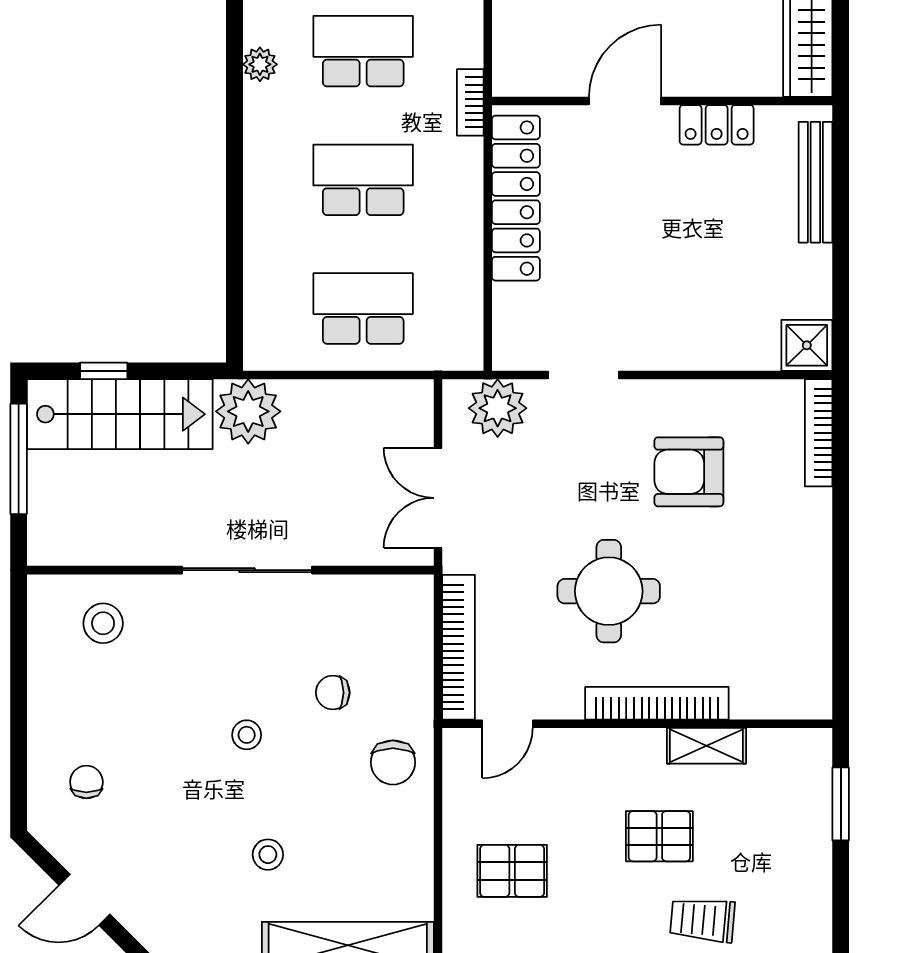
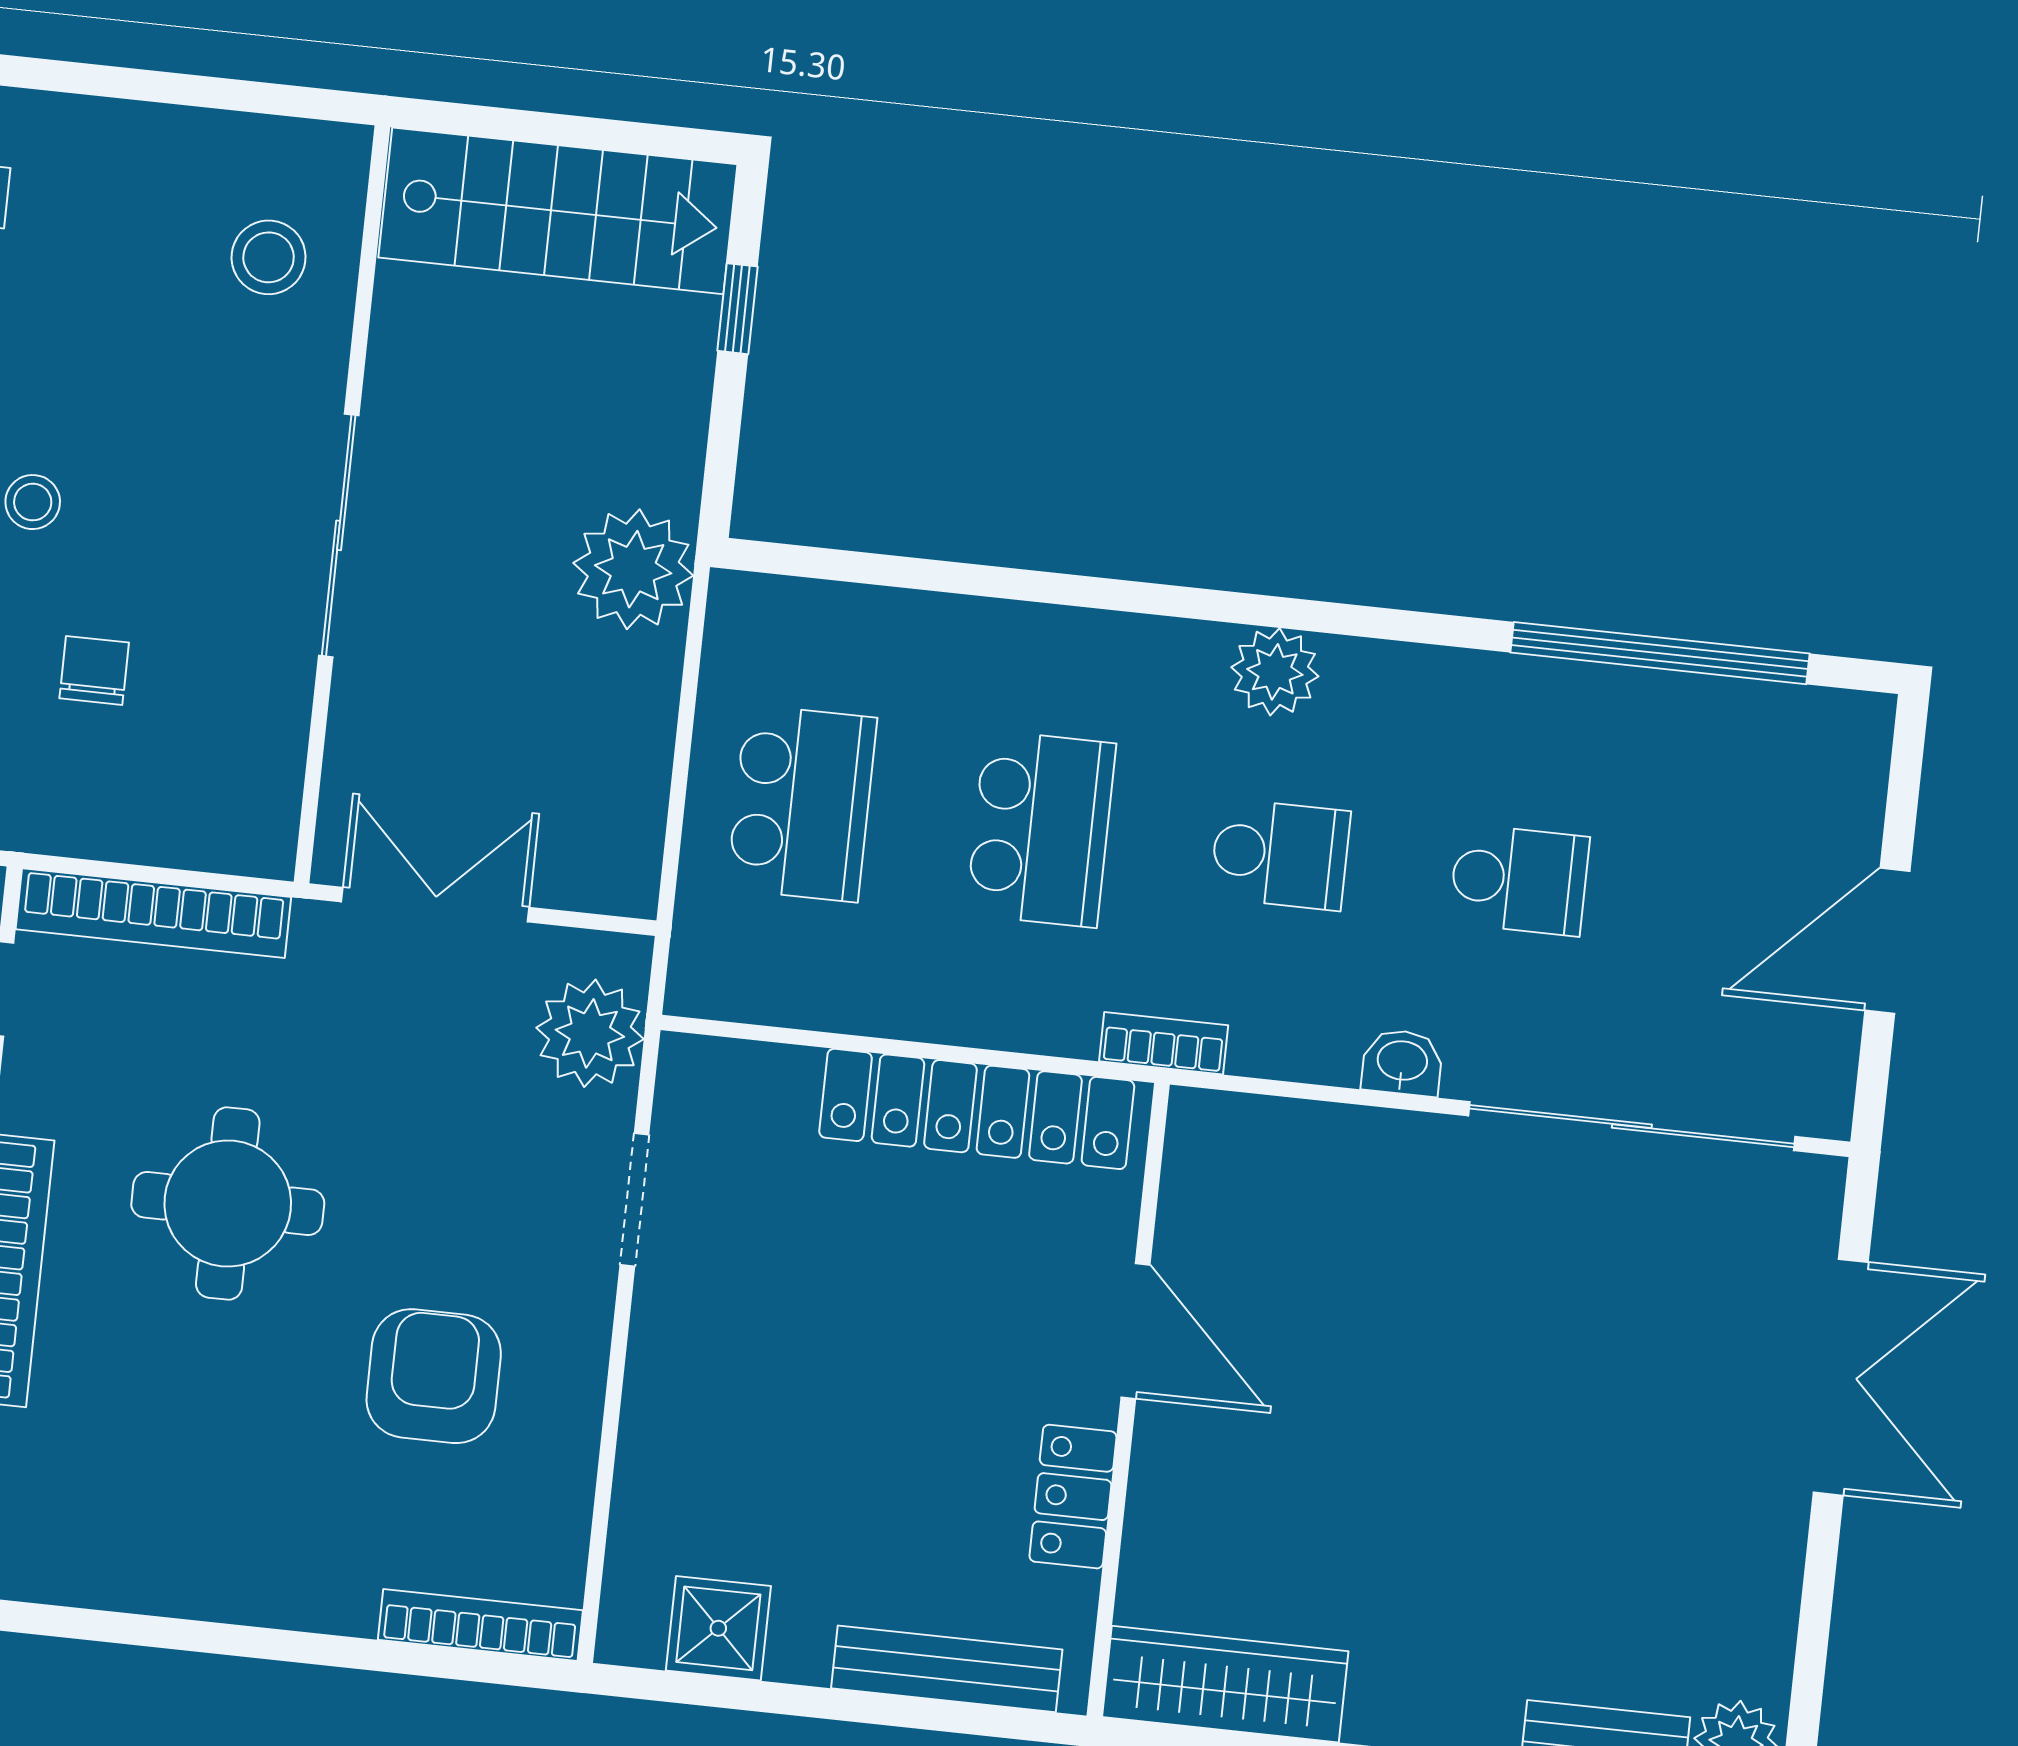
school desk: (363, 51) -> (1280, 854), width x0.54
plant: (260, 64) -> (1275, 672), width x1.38, depth x1.38
shower: (807, 345) -> (718, 1628), moved
stairs: (120, 414) -> (558, 211), moved, turned -90
window: (19, 459) -> (591, 133), removed

